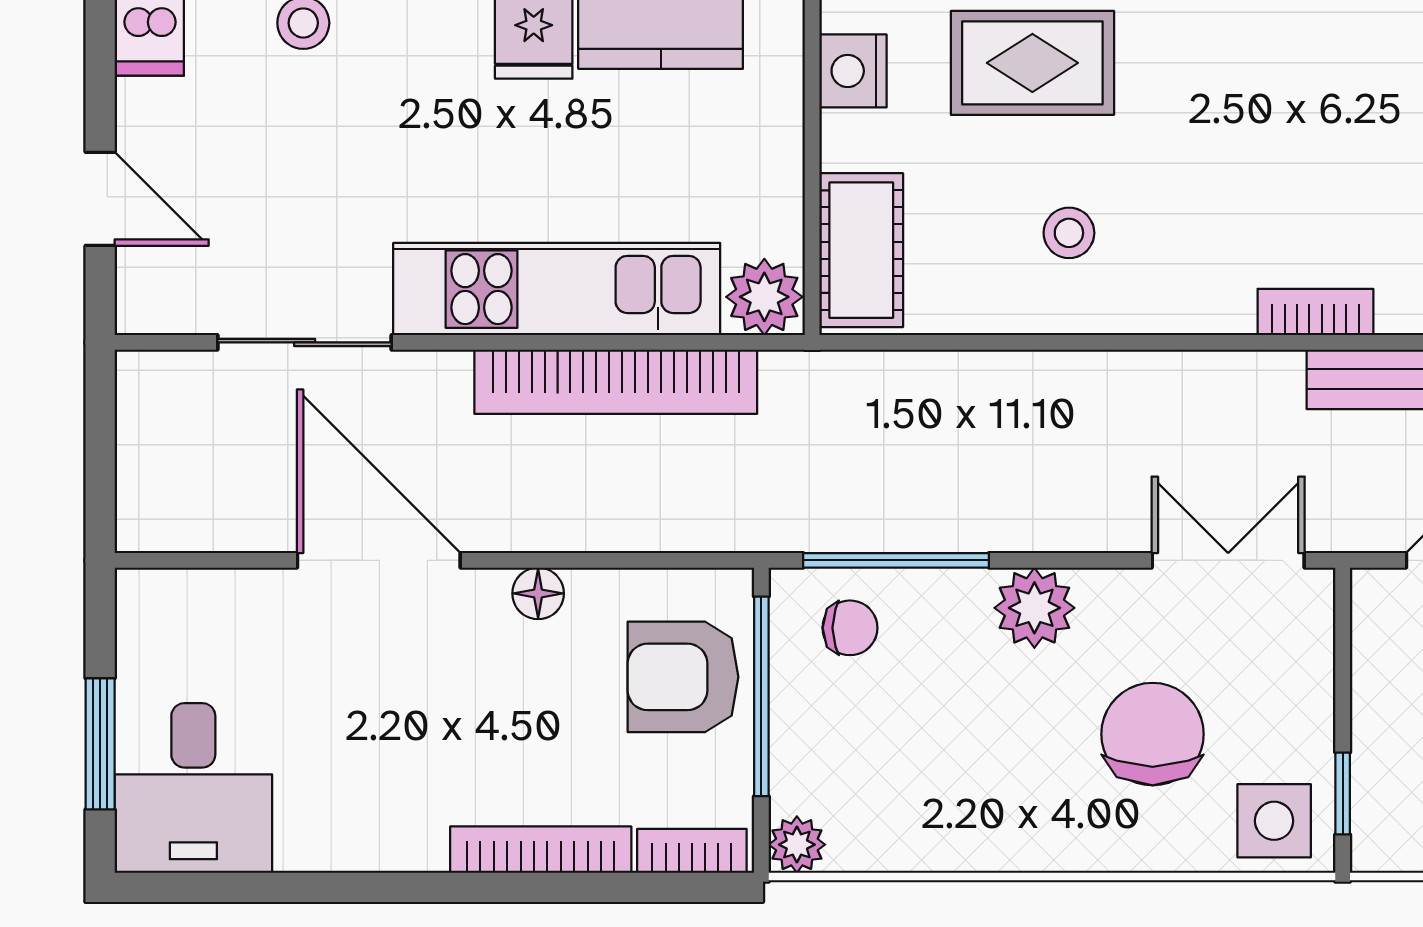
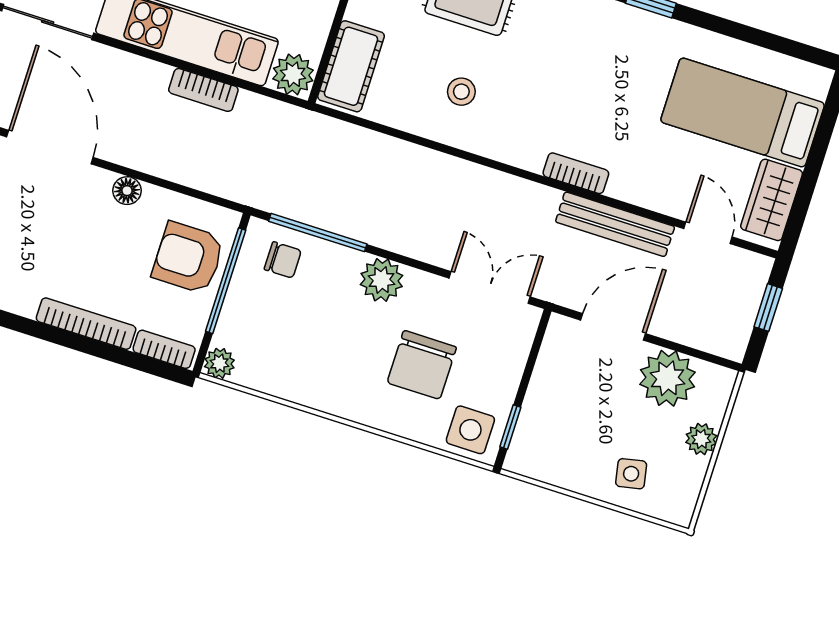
bookcase: (616, 382) -> (203, 90), width x0.43, depth x0.76
chair: (1153, 734) -> (422, 365), turned 180

